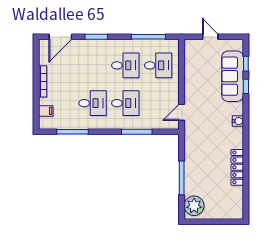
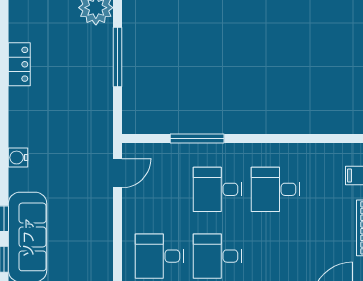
window: (72, 132) -> (311, 139), removed
locker: (237, 167) -> (19, 64), width x0.66

